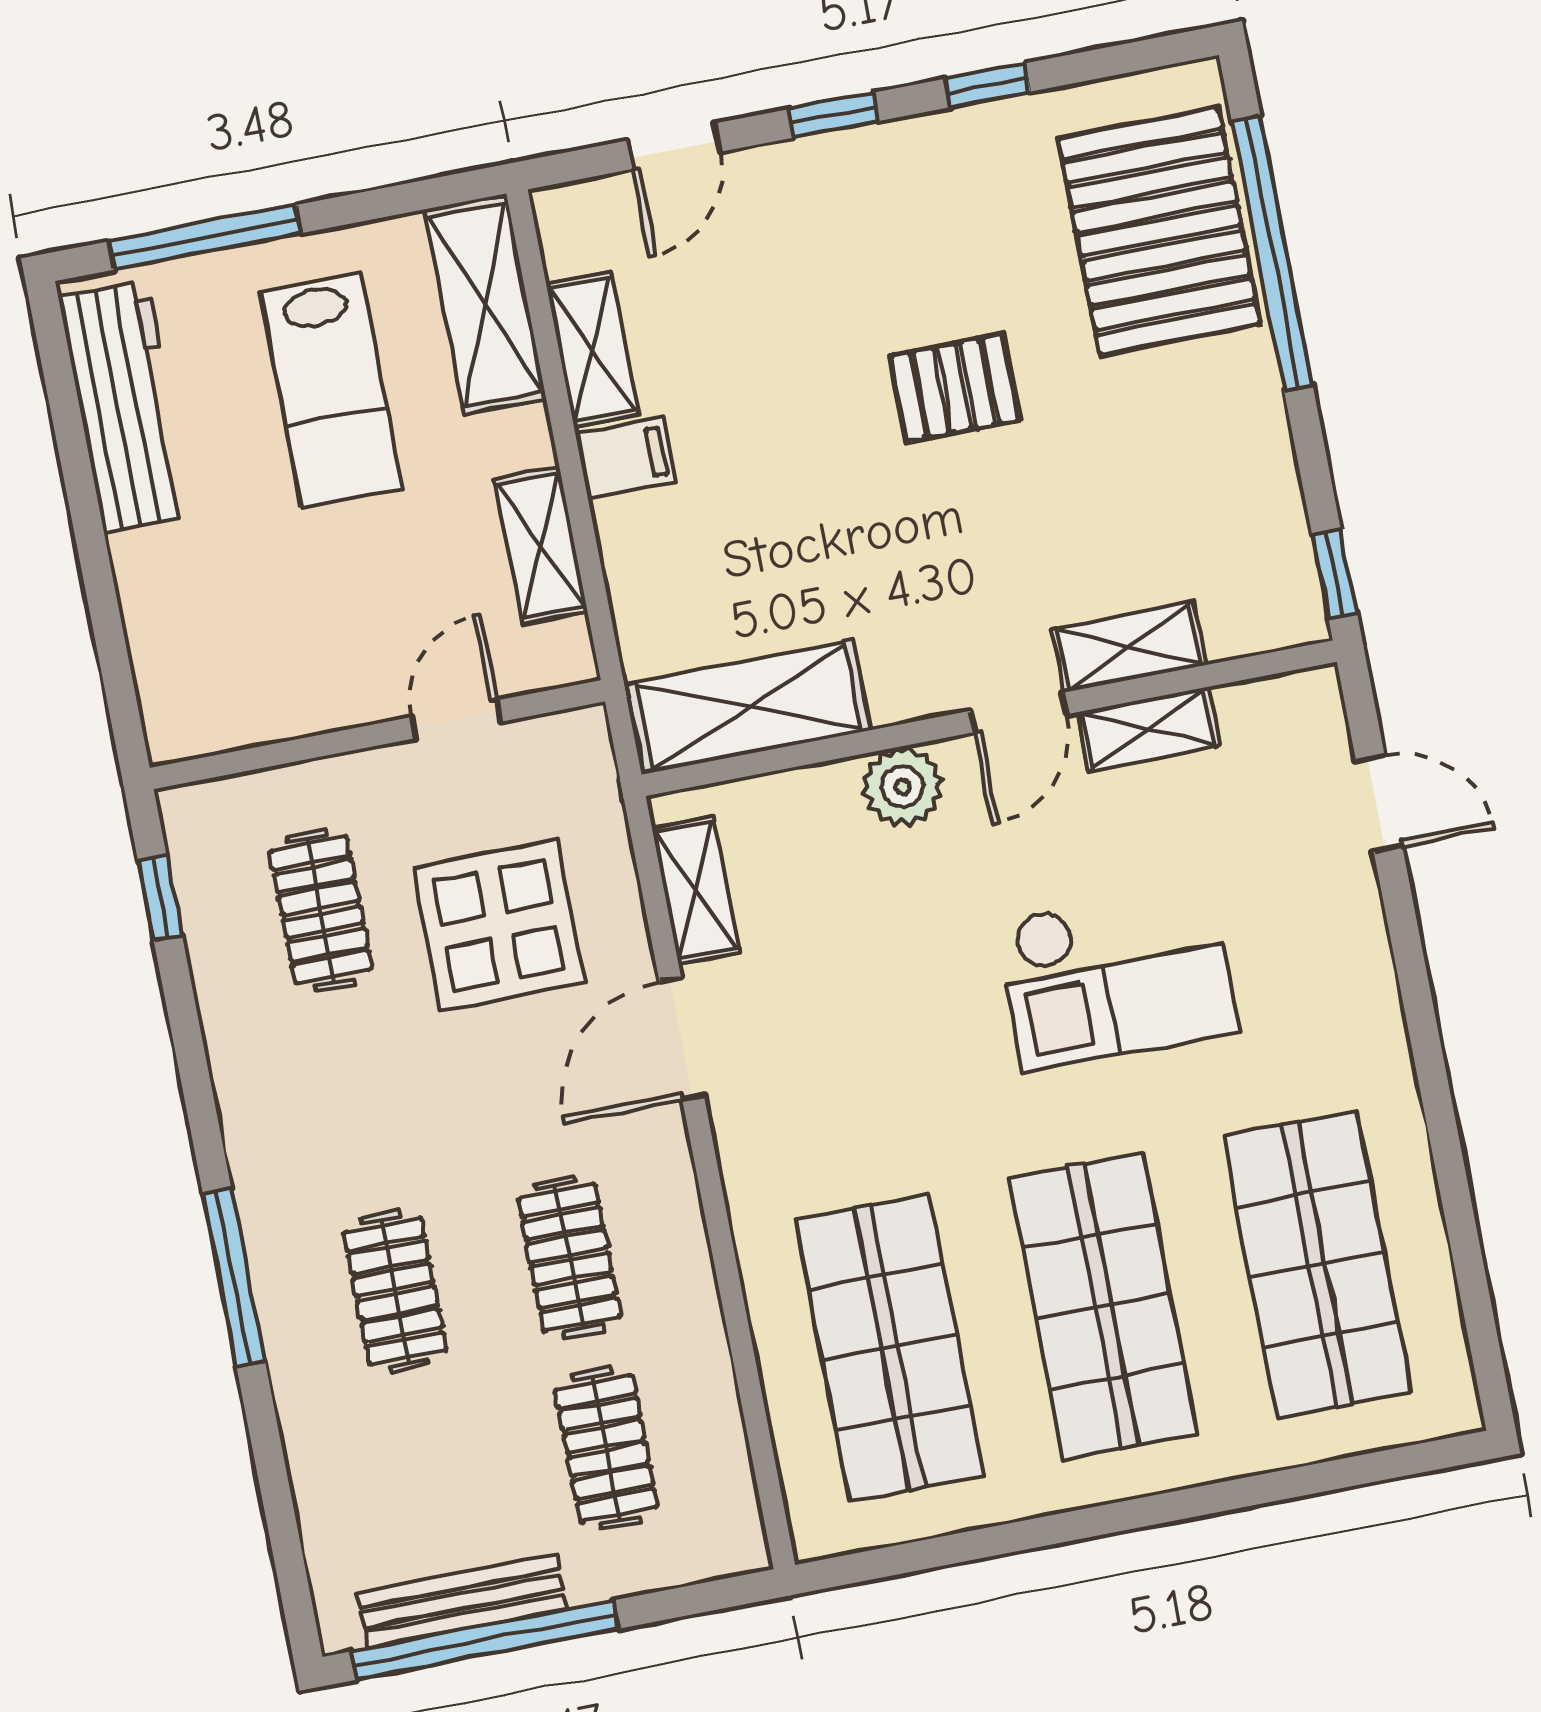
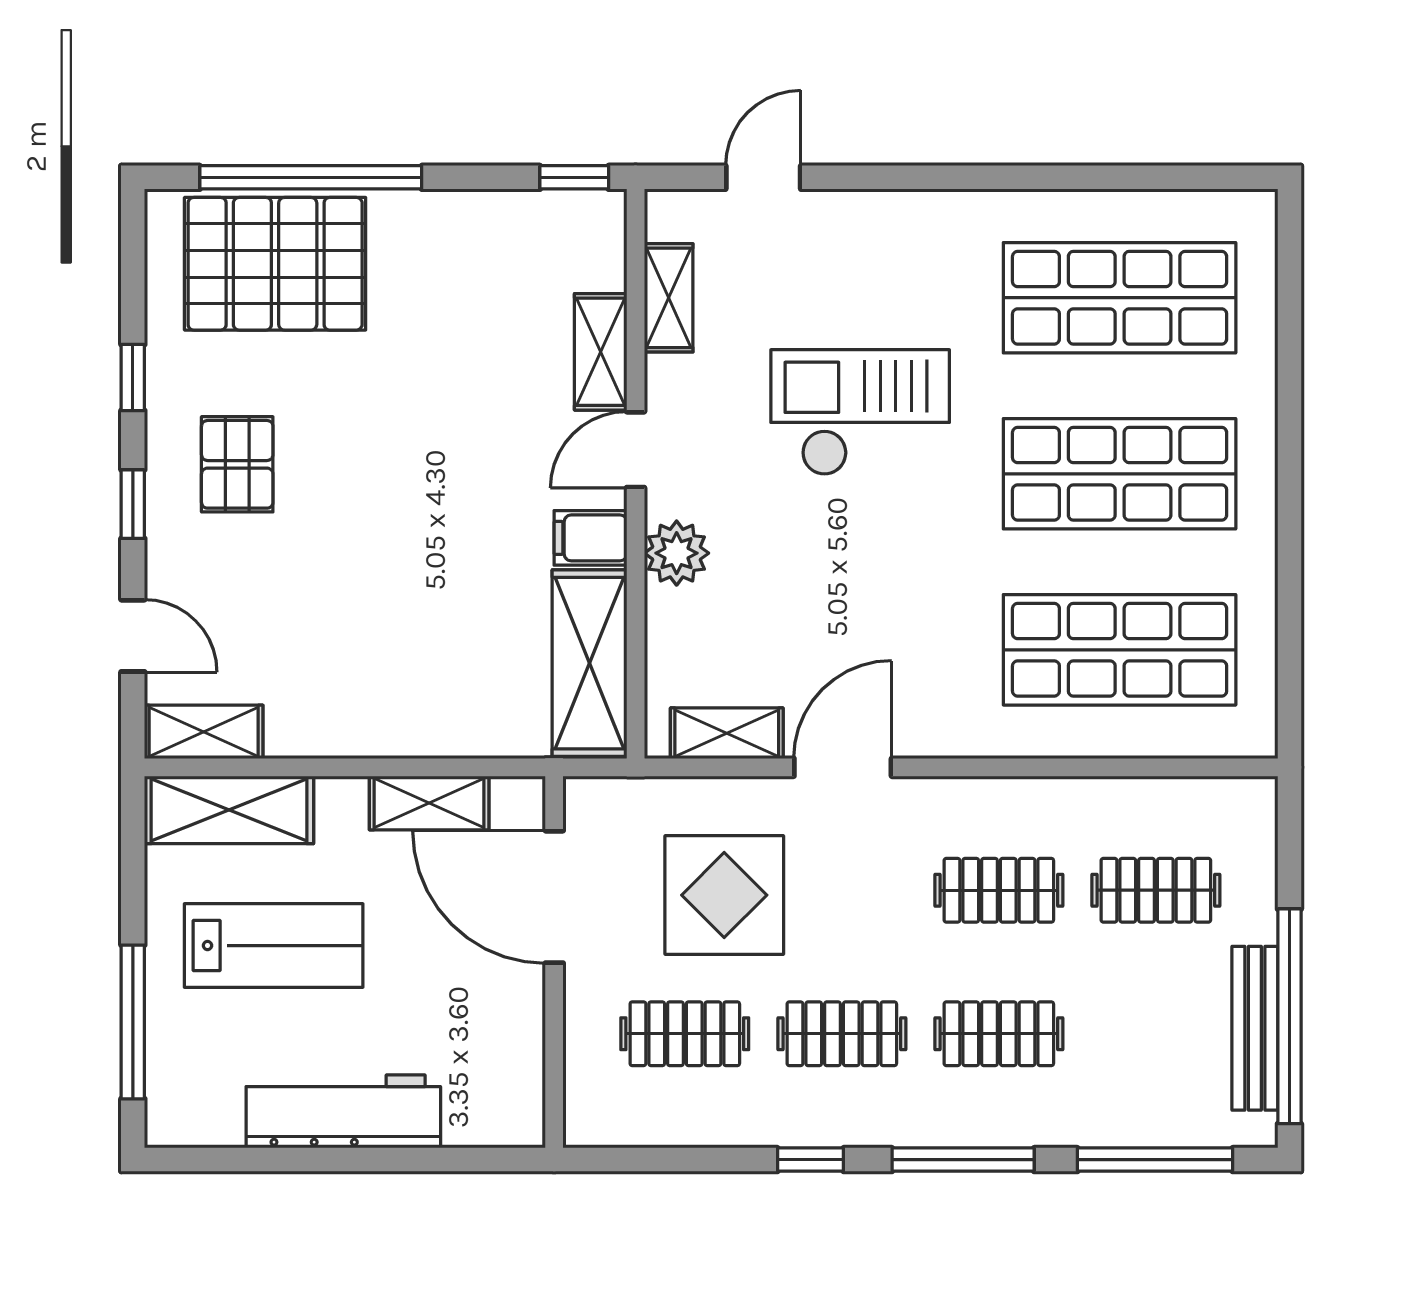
shelving: (592, 349) -> (204, 732), moved
pallet: (954, 388) -> (237, 464), moved
workbench: (125, 407) -> (343, 1111), moved
filing cabinet: (626, 458) -> (590, 538), moved, turned -90
door: (1018, 713) -> (636, 450), swing flipped
door: (456, 719) -> (554, 897), width x1.87
shelving: (1148, 729) -> (669, 298), moved
window: (160, 898) -> (810, 1160), moved
checkout: (1117, 976) -> (860, 412), turned -90
door: (682, 1039) -> (843, 767), swing flipped
clothes rail: (358, 1101) -> (842, 1034), added
window: (279, 1511) -> (1155, 1160), added

